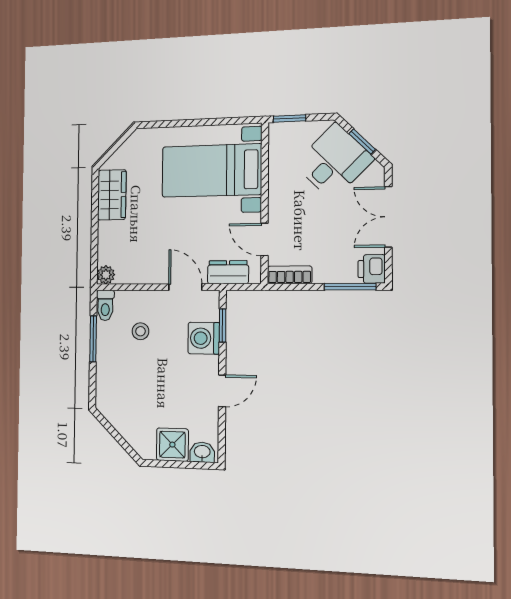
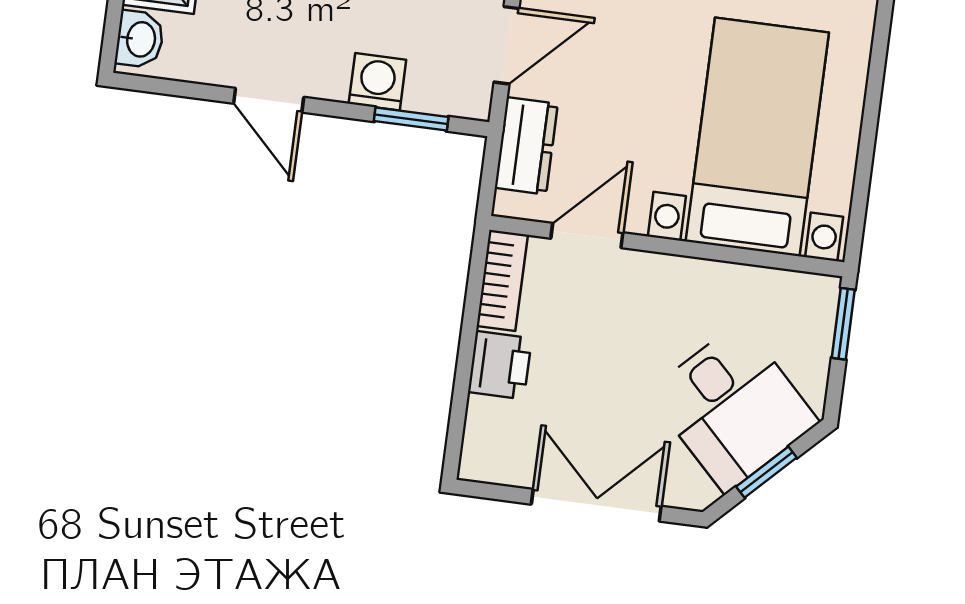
printer: (372, 269) -> (500, 365), moved, turned 90
window: (350, 287) -> (459, 406), removed
washing machine: (204, 338) -> (377, 82), width x0.73, depth x0.73

